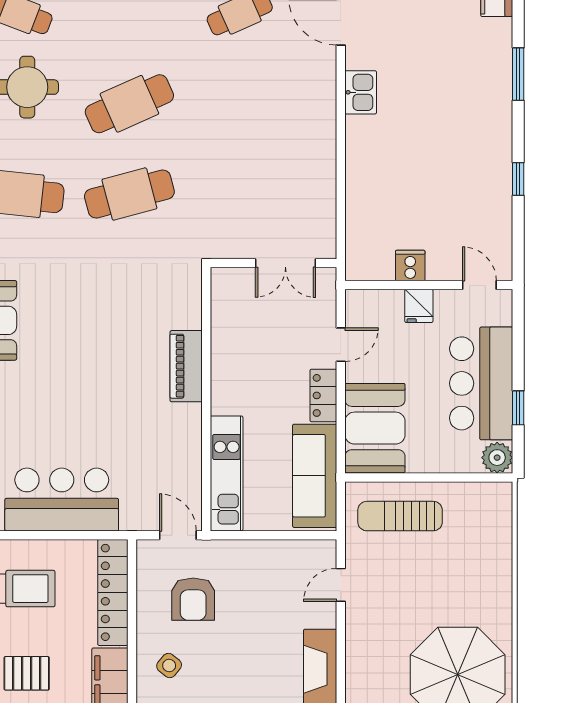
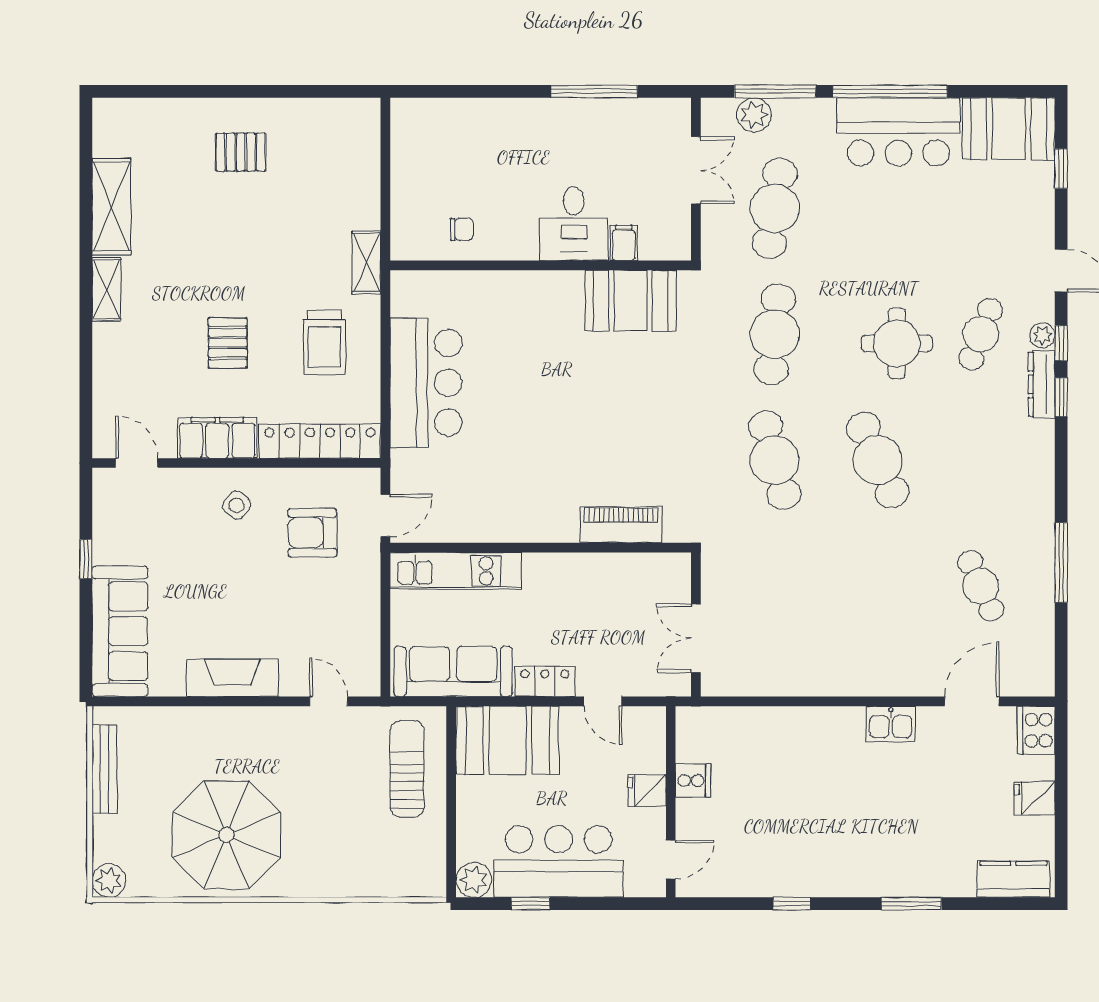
piano: (186, 366) -> (621, 525), moved

